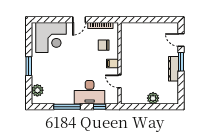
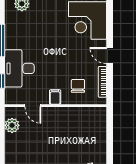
door: (120, 81) -> (33, 106), swing flipped
plant: (153, 98) -> (12, 125), moved

